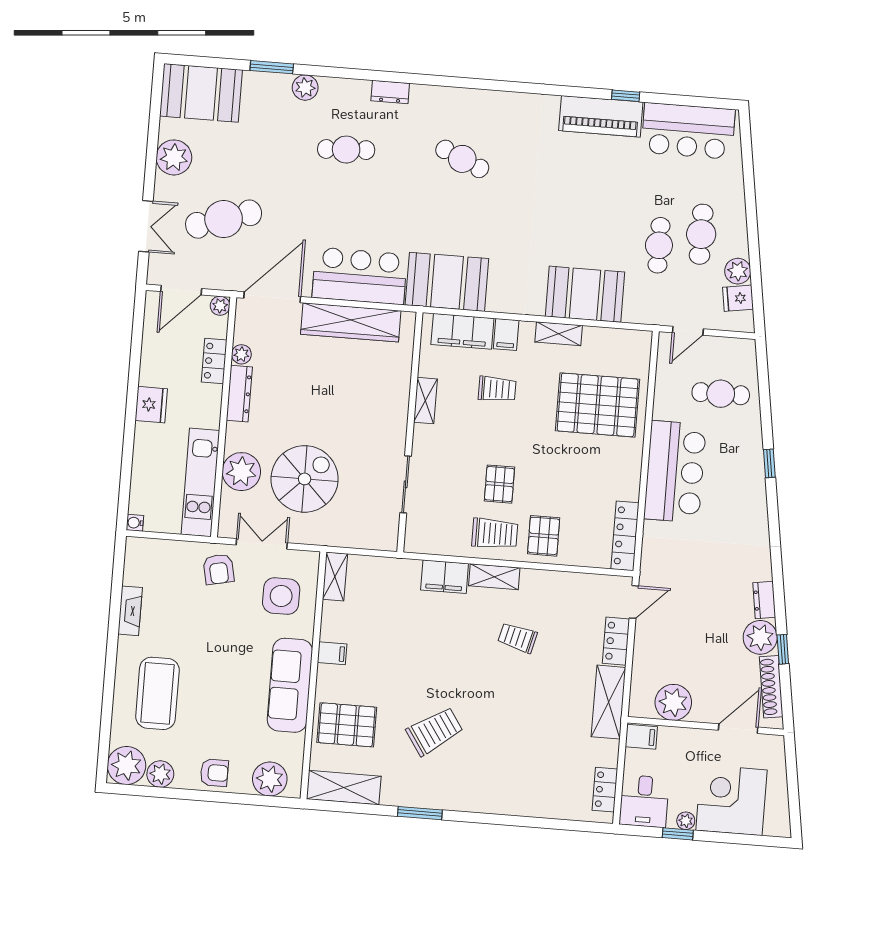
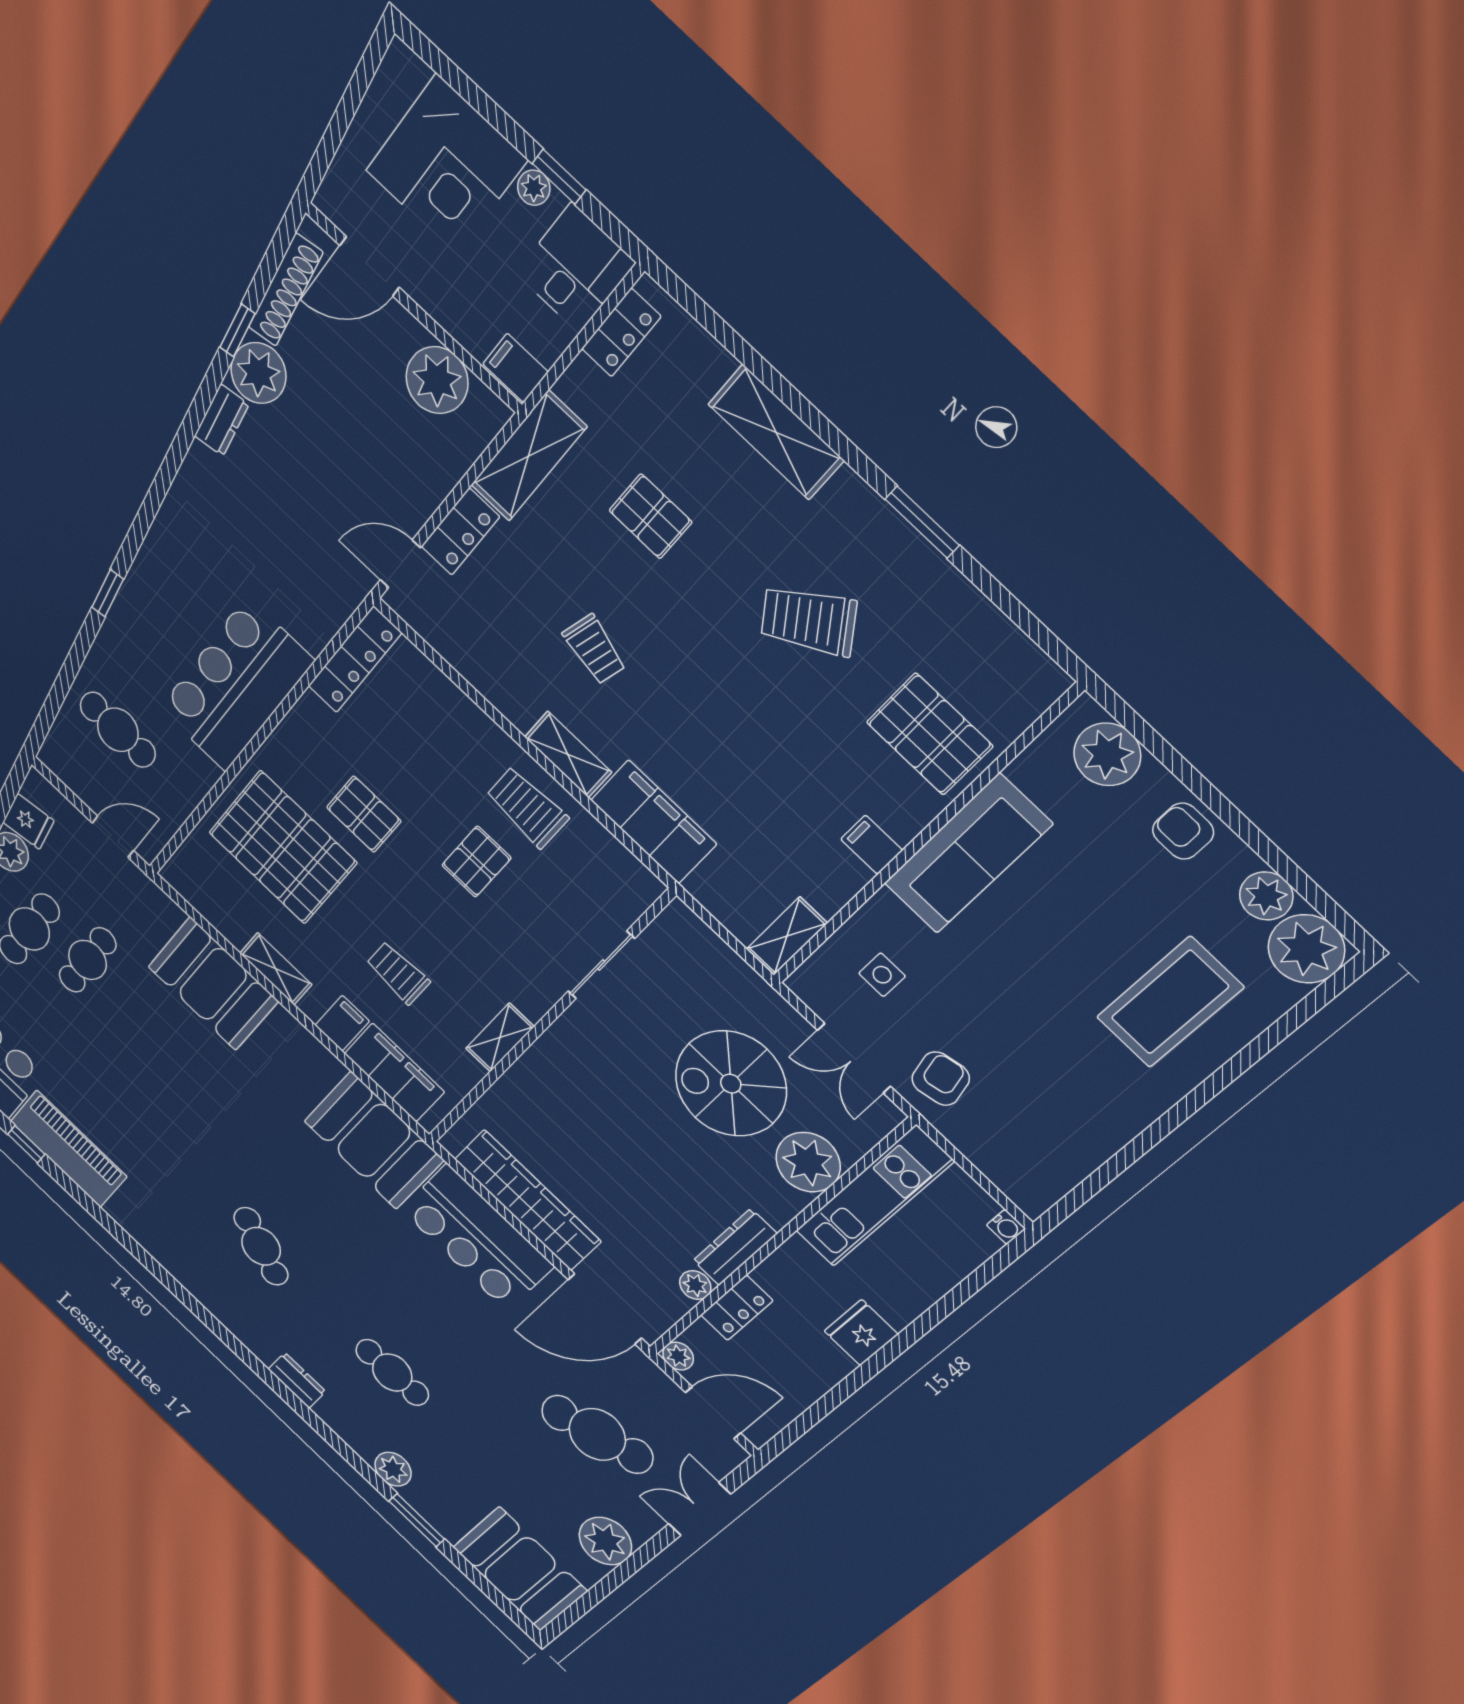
pallet: (544, 536) -> (364, 814), moved, turned 90
filing cabinet: (445, 577) -> (654, 822), width x1.50, depth x1.17
side table: (281, 596) -> (882, 975), width x0.54, depth x0.54
fireplace: (130, 611) -> (1111, 1134), removed
pallet: (536, 720) -> (650, 516), added
shelving: (344, 788) -> (776, 432), moved

